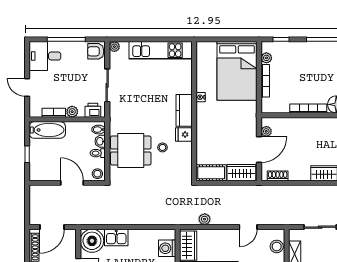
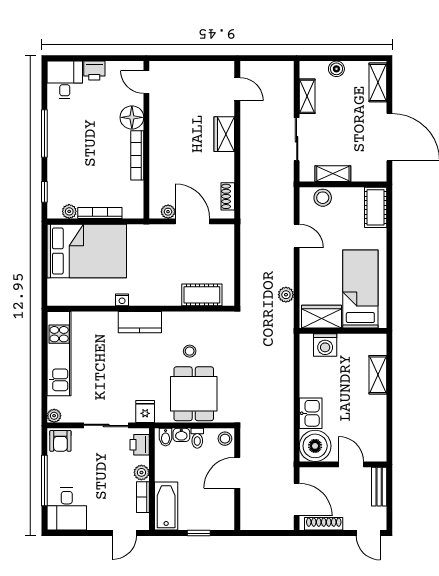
door: (27, 88) -> (125, 533), moved
fridge: (184, 134) -> (145, 412), moved, turned 180
cot: (211, 173) -> (202, 295), moved, turned 90
wardrobe: (241, 173) -> (223, 245), removed

